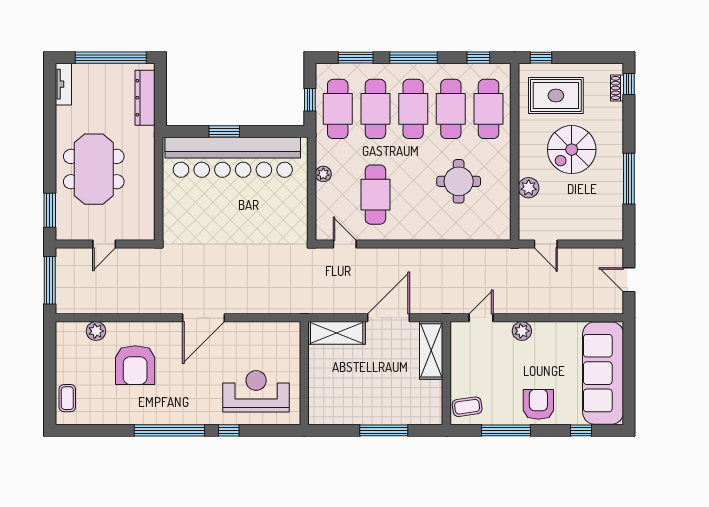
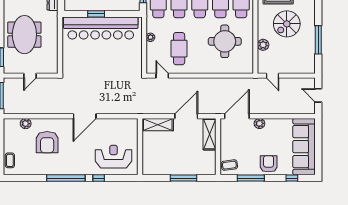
round table: (459, 181) -> (225, 41), width x1.36, depth x1.36
door: (481, 318) -> (237, 116), width x1.87

